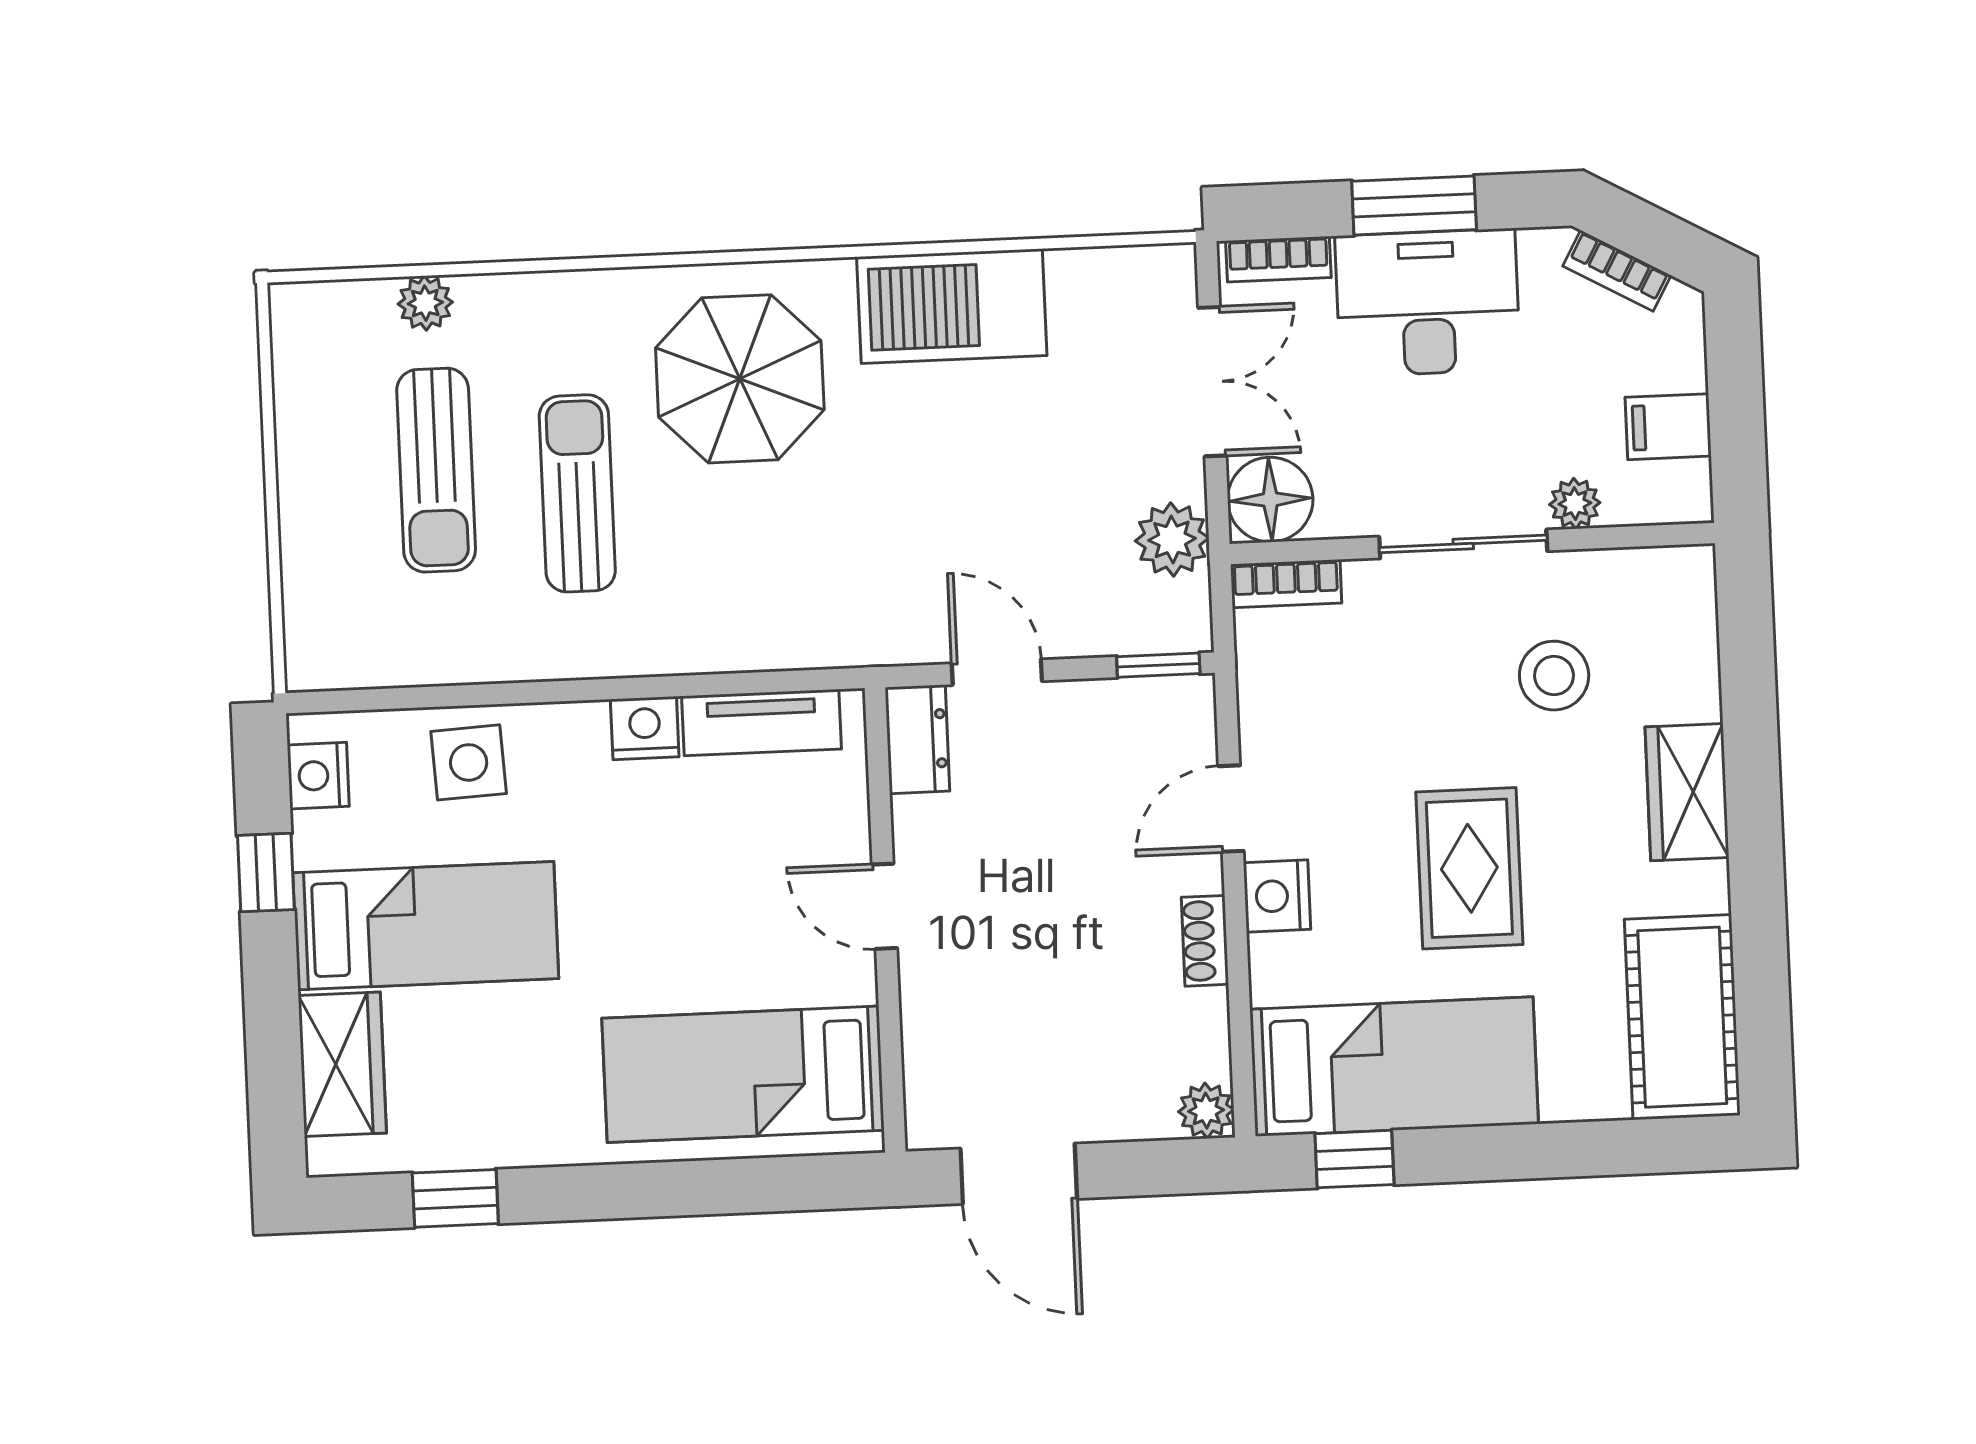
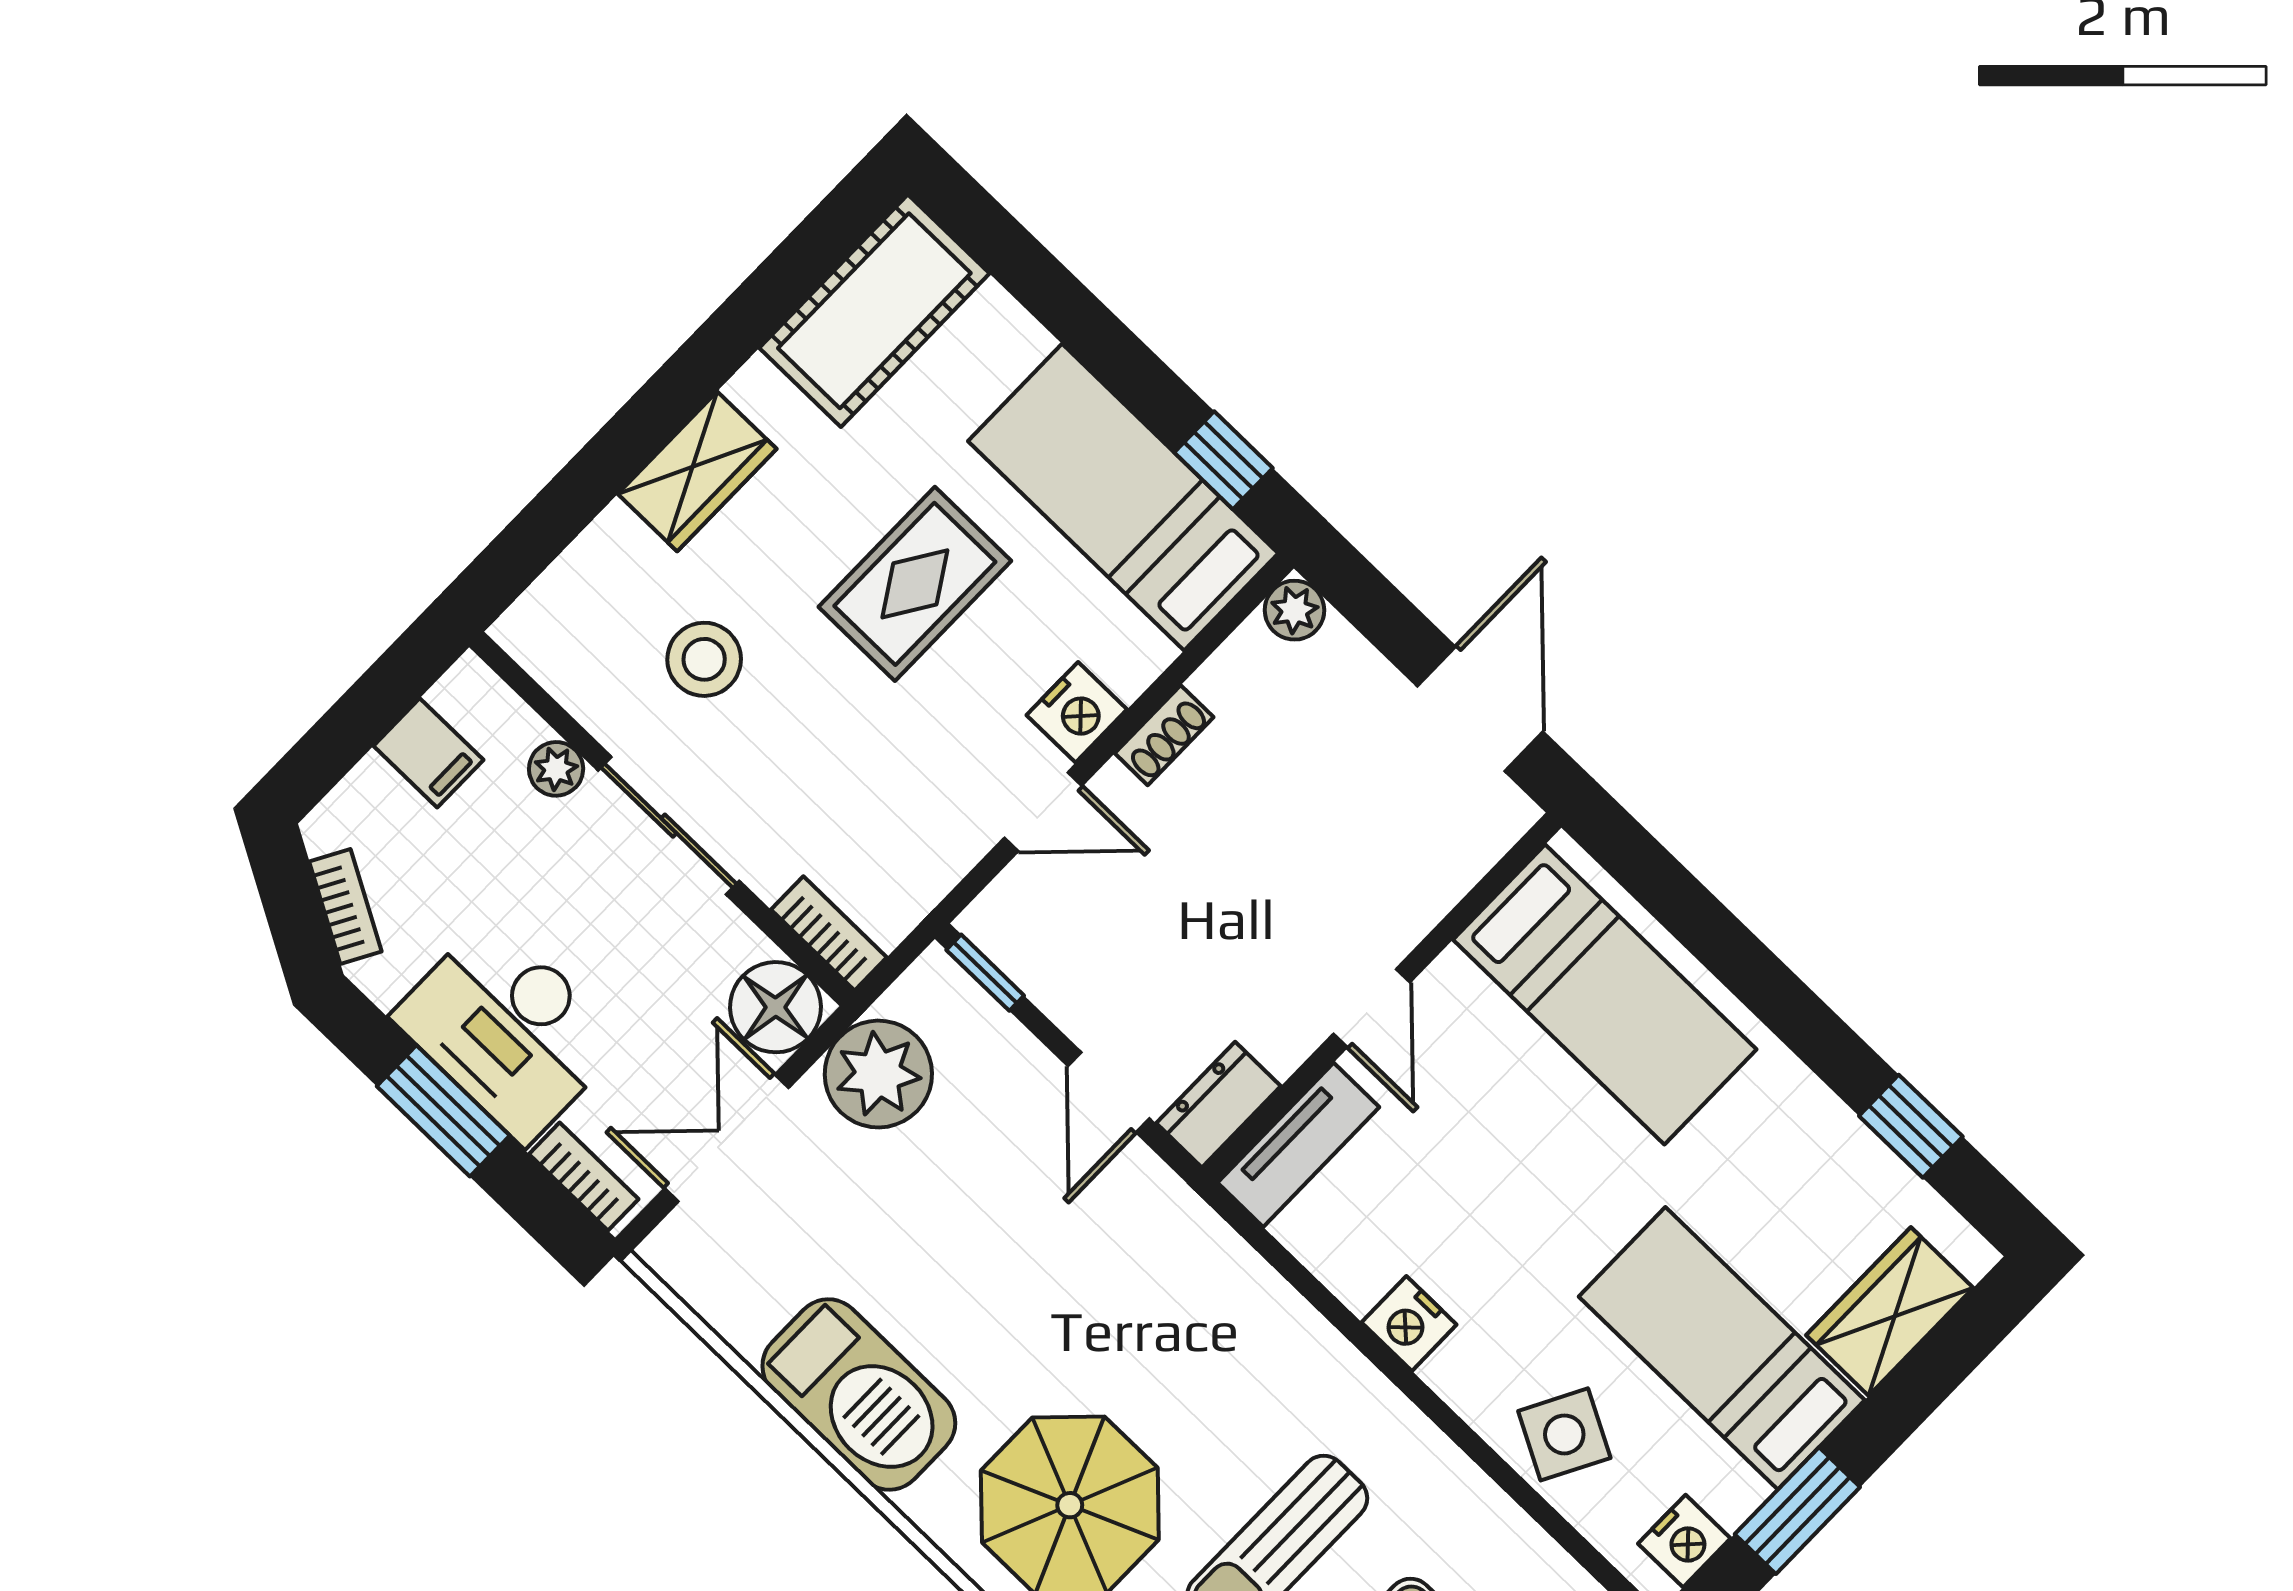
plant: (1172, 539) -> (878, 1074), width x1.36, depth x1.36
tv unit: (761, 723) -> (1298, 1145), moved, turned 90
side table: (469, 762) -> (1564, 1434), turned 31
window: (266, 872) -> (1797, 1511), width x1.50

